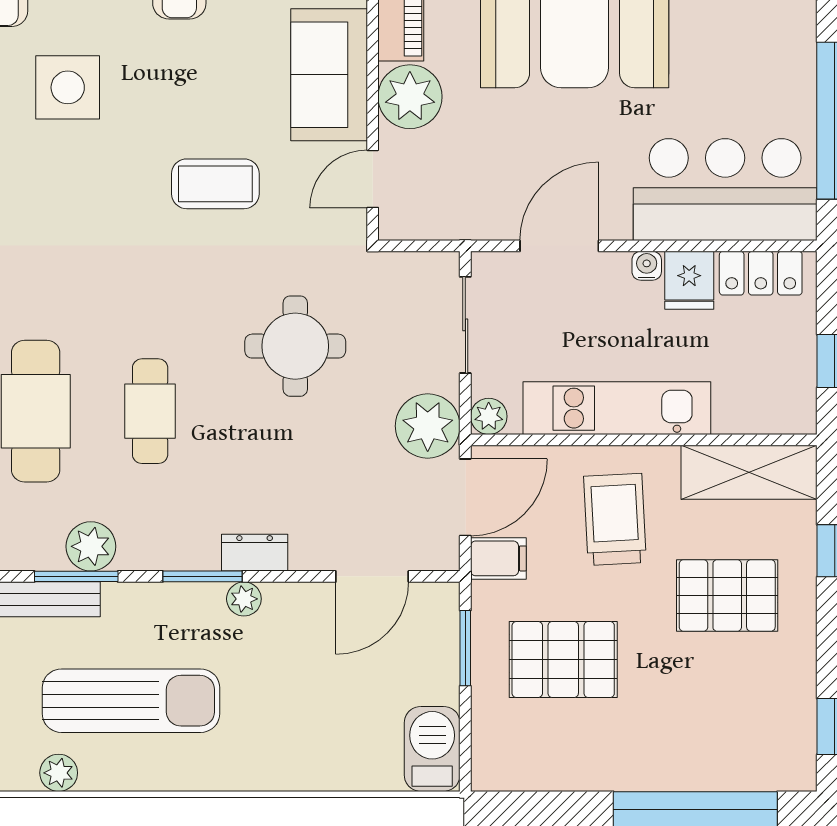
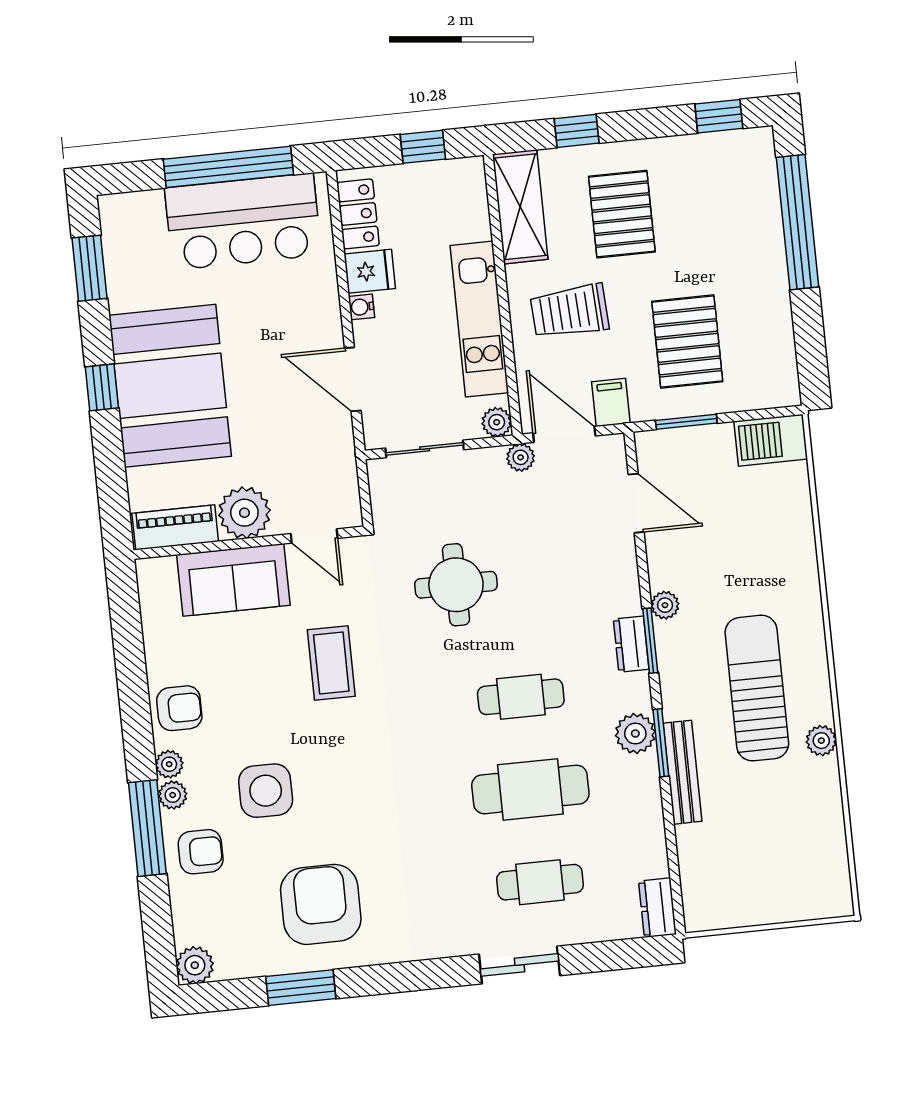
bar counter: (725, 190) -> (243, 222), moved, turned -90
plant: (428, 426) -> (521, 457), width x0.53, depth x0.53
dresser: (255, 553) -> (631, 644), moved

